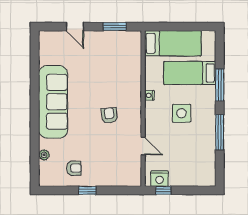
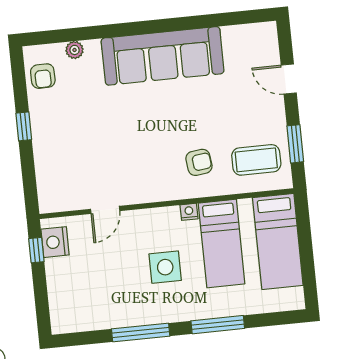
door: (75, 27) -> (289, 79), hinge flipped
coffee table: (122, 51) -> (256, 160), added
bed: (190, 73) -> (222, 243), moved, turned 180
armchair: (109, 115) -> (199, 162), moved
armchair: (74, 168) -> (43, 76), moved

